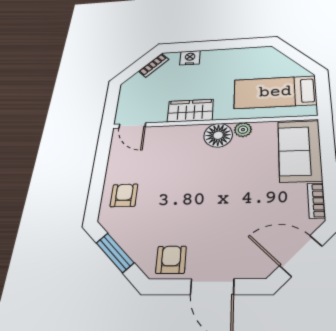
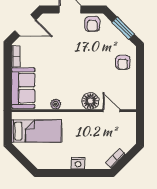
nightstand: (190, 58) -> (78, 163), moved
wardrobe: (190, 111) -> (88, 120), removed
door: (132, 125) -> (112, 111), moved
floor lamp: (218, 135) -> (90, 101), moved

